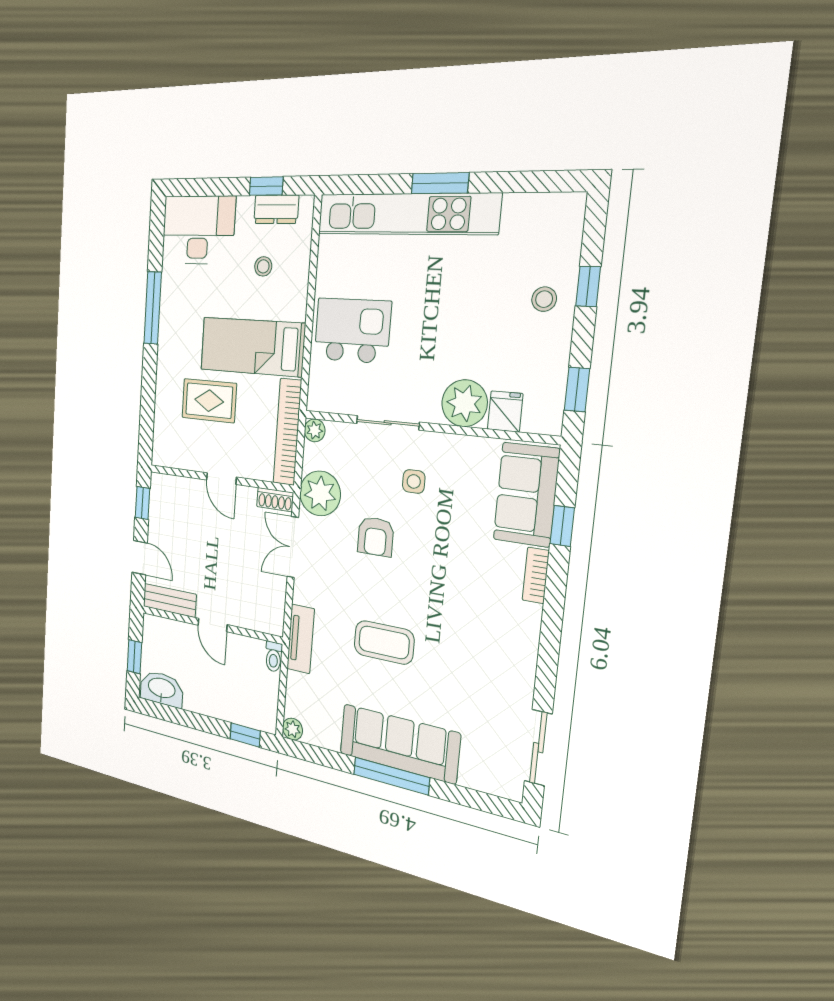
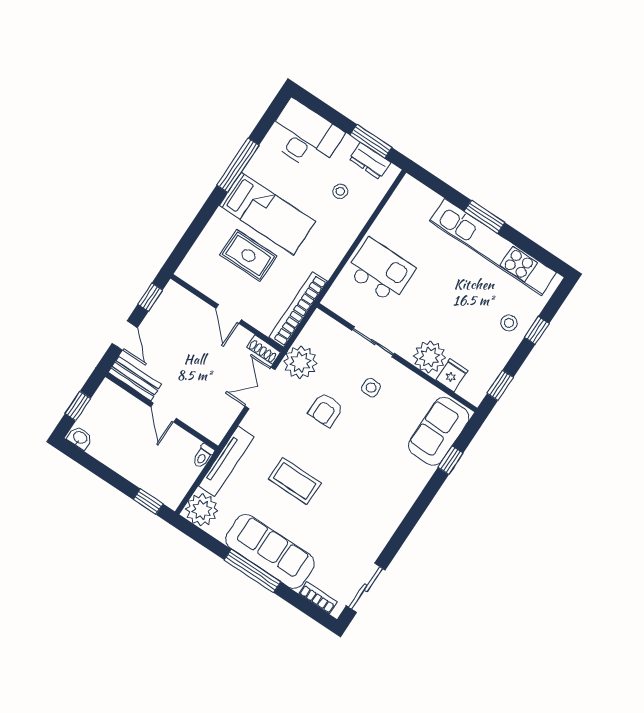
window: (266, 186) -> (371, 141), width x1.50
kitchen unit: (406, 214) -> (493, 247), moved
bed: (252, 347) -> (267, 214), moved, turned 180
plant: (315, 430) -> (319, 319), removed
bookcase: (536, 575) -> (318, 598), moved, turned 90
tv unit: (301, 639) -> (226, 461), width x1.41
washbasin: (162, 689) -> (80, 438), width x0.52, depth x0.69
plant: (293, 729) -> (202, 510), width x1.87, depth x1.87

